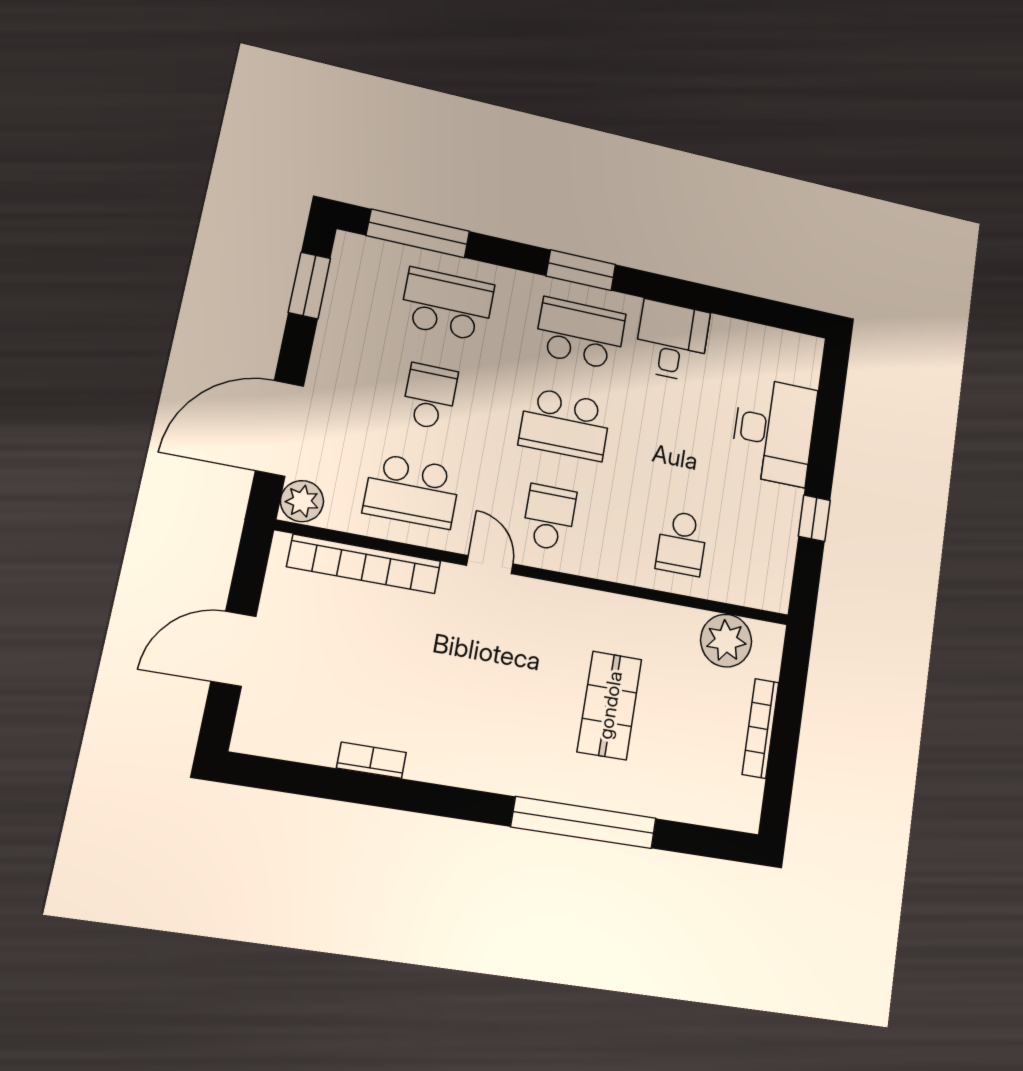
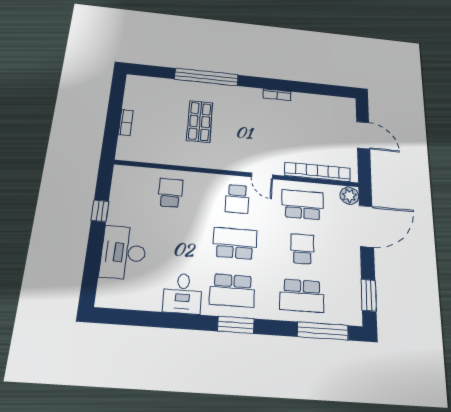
school desk: (430, 396) -> (302, 249), turned 180
plant: (726, 641) -> (145, 151), removed
door: (233, 649) -> (363, 135), hinge flipped
bookcase: (761, 728) -> (126, 122), width x0.64
bookcase: (371, 760) -> (277, 95), moved

